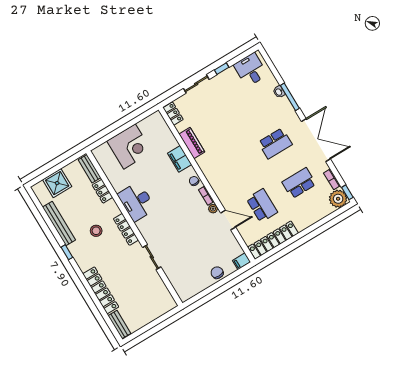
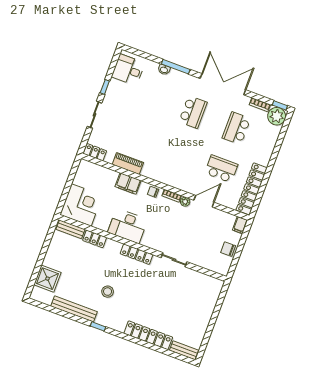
bench: (90, 169) -> (70, 229), moved
locker: (103, 191) -> (95, 239), moved
desk: (137, 202) -> (128, 226), moved
wall: (134, 228) -> (142, 248), moved
locker: (126, 229) -> (137, 254), moved
sliding door: (152, 257) -> (174, 260), moved

